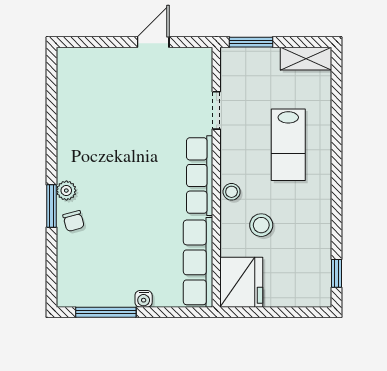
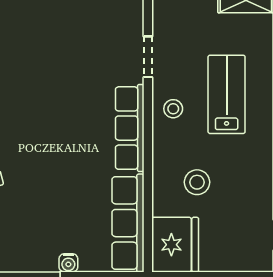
lab bench: (288, 145) -> (227, 94), turned 180
stool: (232, 192) -> (173, 109), moved

